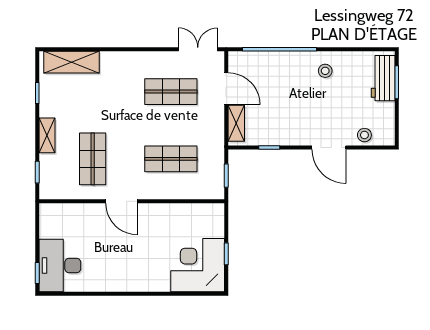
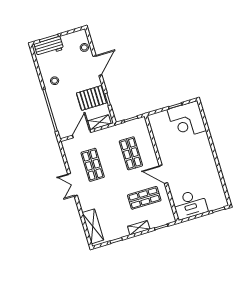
double door: (198, 49) -> (72, 185), moved
pallet: (279, 122) -> (91, 98), added
door: (121, 201) -> (163, 174), swing flipped
desk: (60, 265) -> (190, 204), moved

